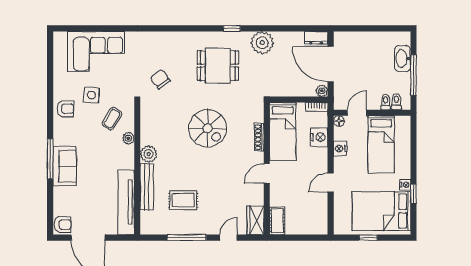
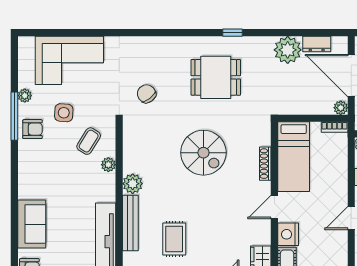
dresser: (316, 38) -> (317, 44), moved
plant: (262, 43) -> (288, 50), moved
plant: (59, 81) -> (25, 96), added
nightstand: (319, 137) -> (288, 234), moved, turned 180
window: (50, 159) -> (14, 116), moved
sofa: (65, 166) -> (32, 224), moved
rug: (183, 200) -> (174, 239), turned 90

